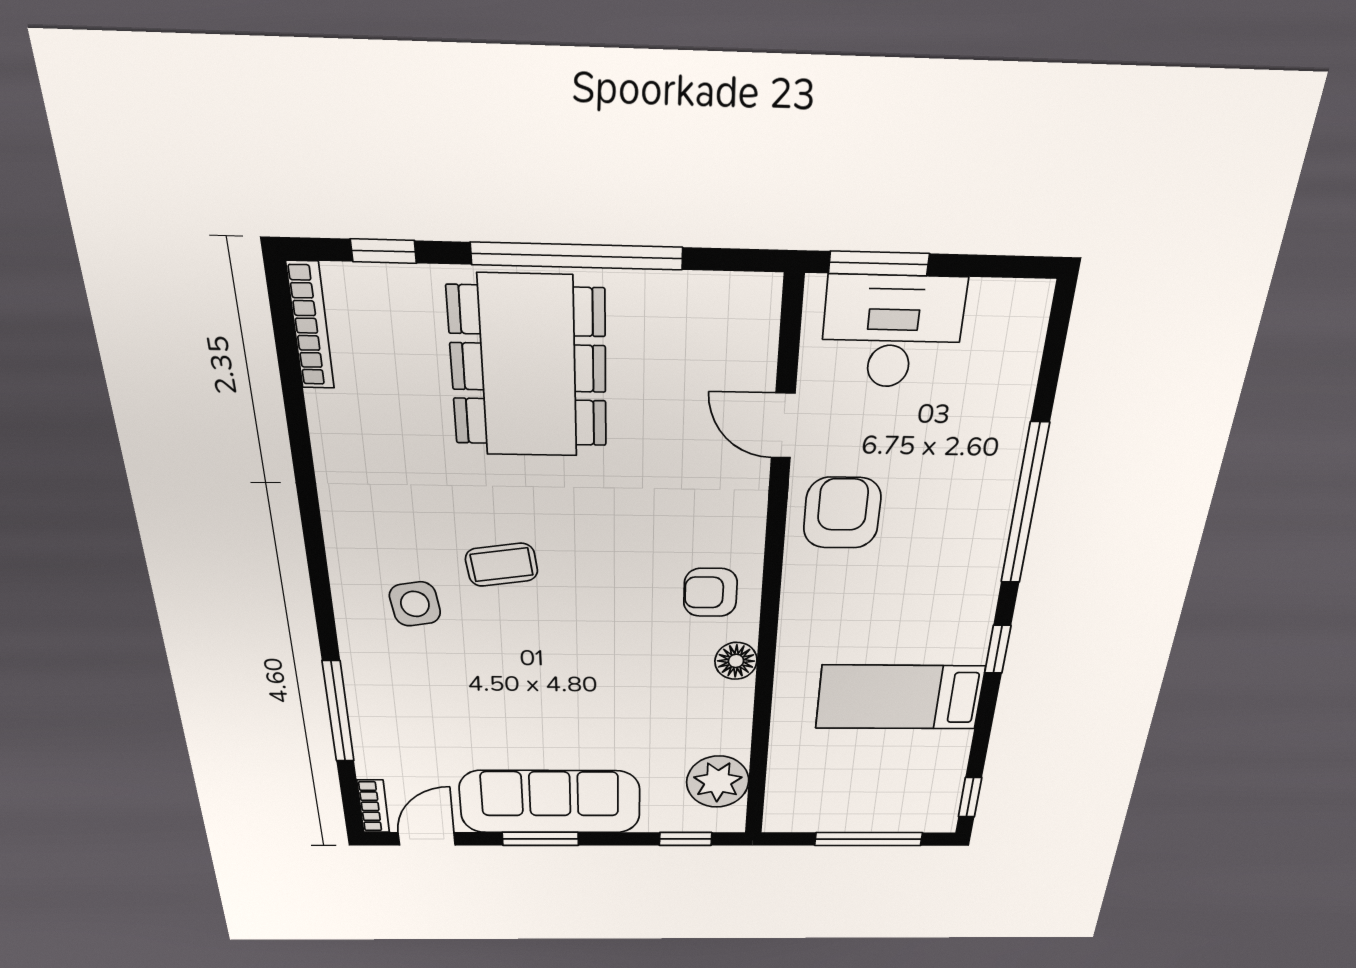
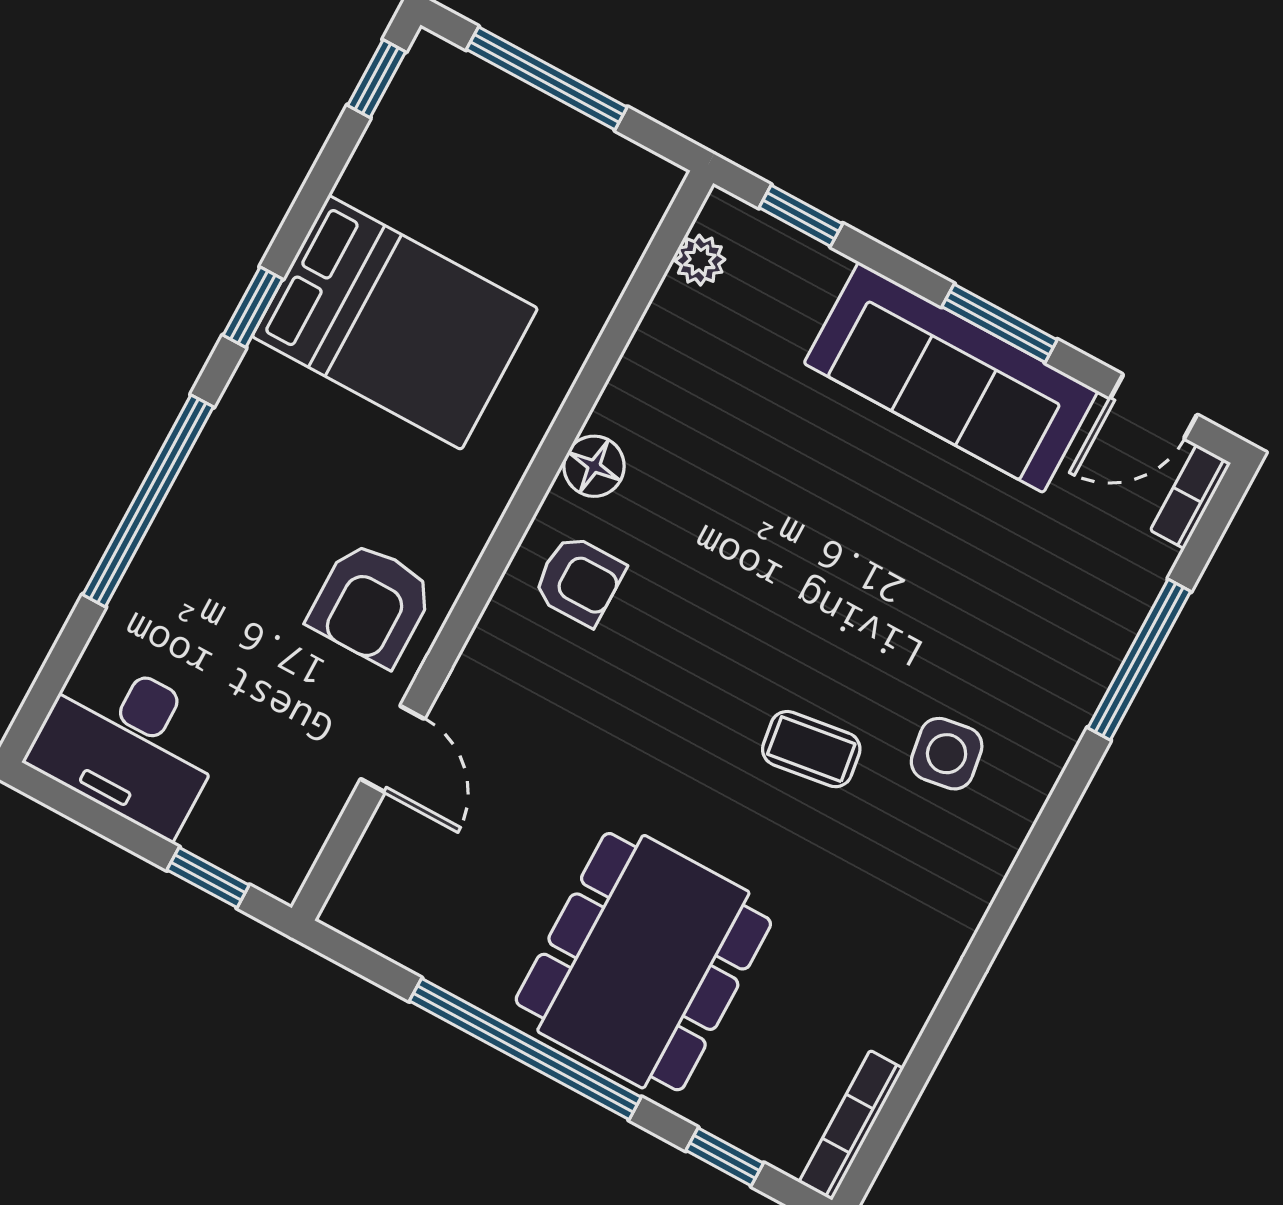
window: (879, 263) -> (208, 878), width x0.67
desk: (892, 332) -> (129, 744), moved
bed: (900, 697) -> (395, 322), width x1.50
plant: (718, 782) -> (700, 260), width x0.53, depth x0.53

